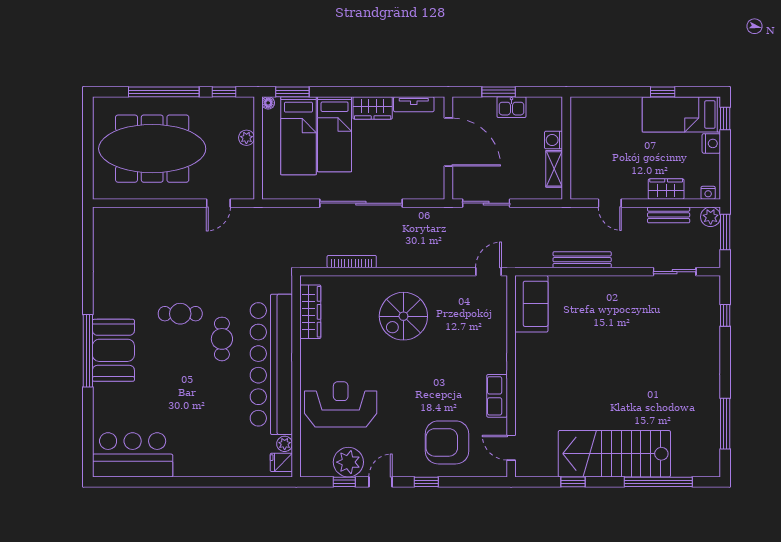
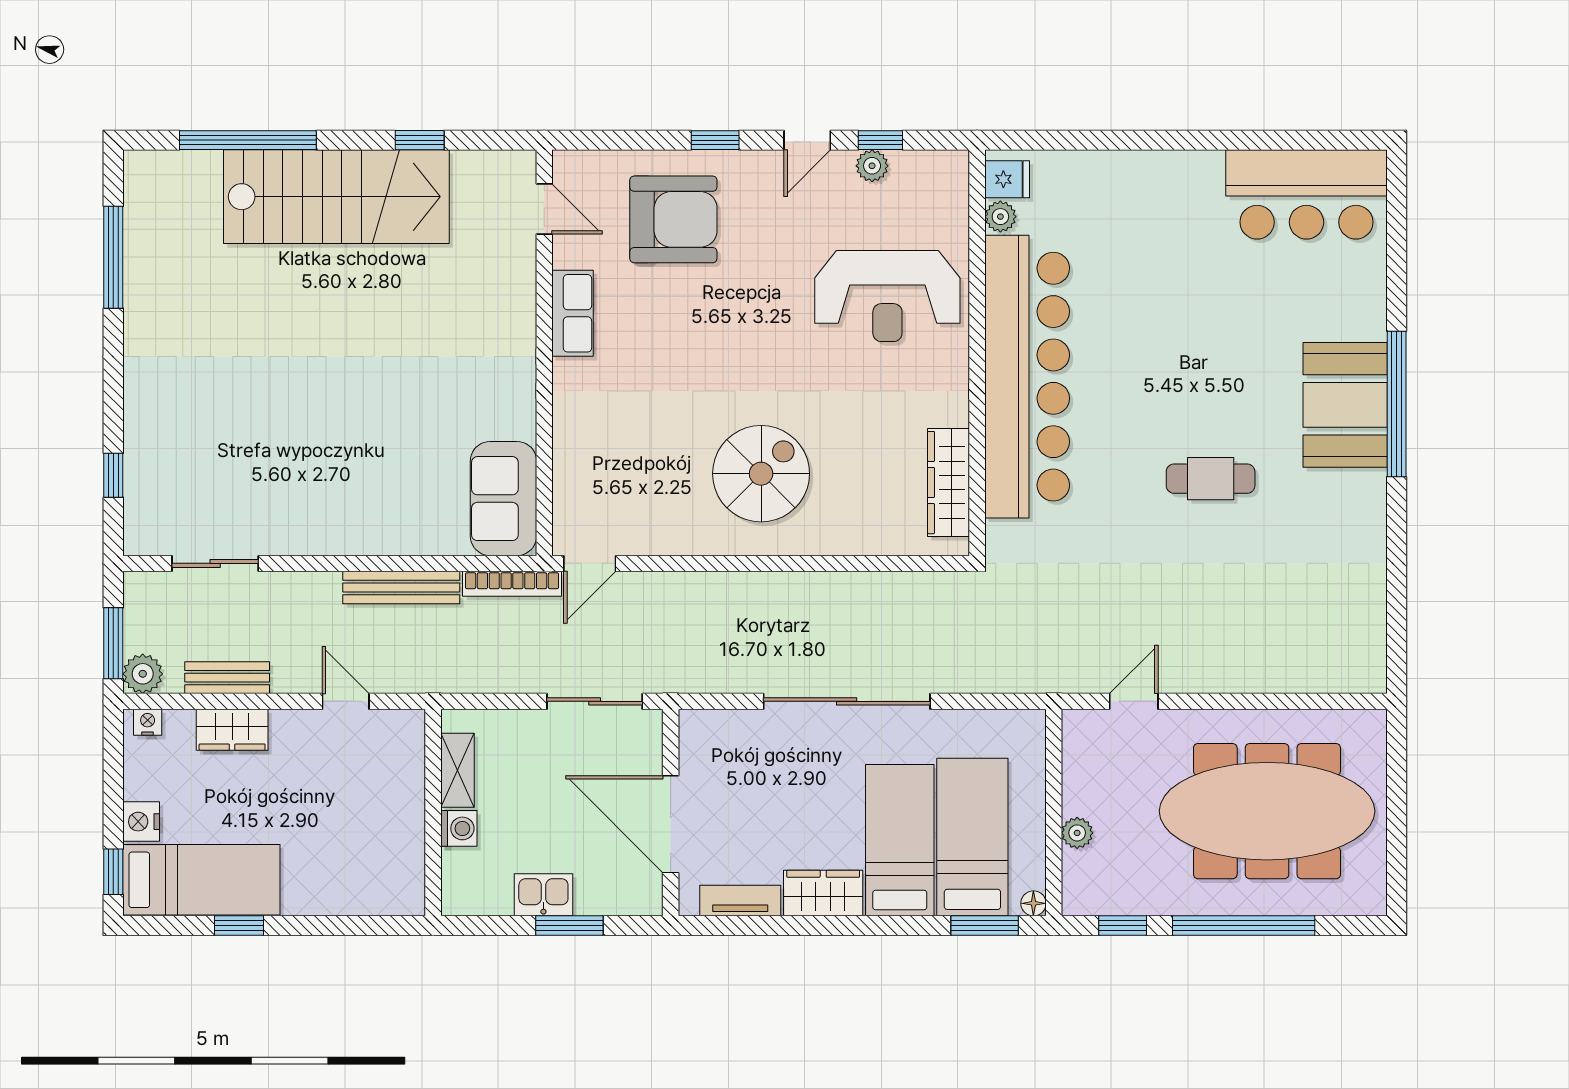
bookcase: (352, 262) -> (512, 584), moved
cafe table: (222, 339) -> (1127, 428), removed
plant: (348, 462) -> (872, 166), width x0.53, depth x0.53

